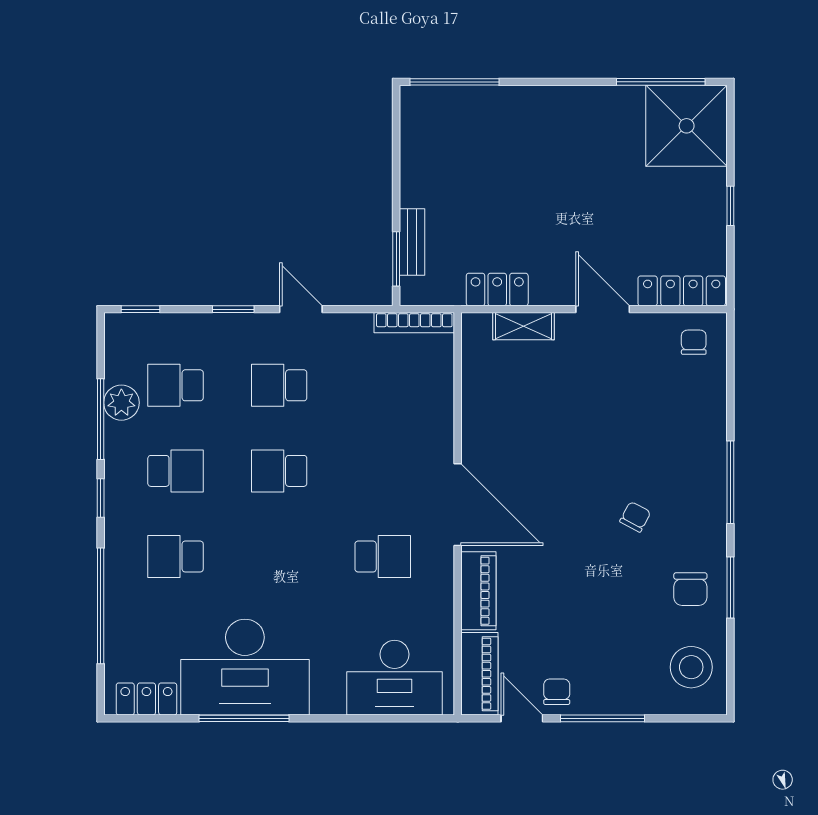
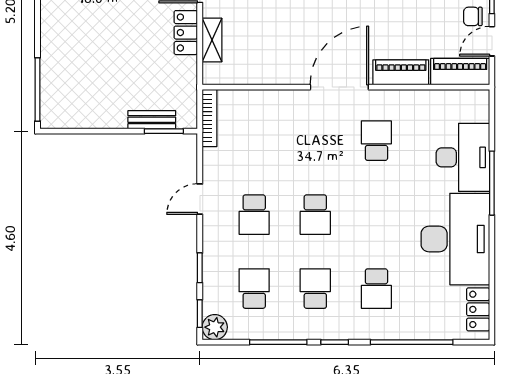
locker: (497, 289) -> (186, 33), moved
window: (233, 309) -> (200, 268), moved
school desk: (176, 385) -> (254, 289), turned 180
plant: (121, 403) -> (215, 327), moved
desk: (395, 678) -> (463, 157), moved
window: (244, 718) -> (492, 183), moved

